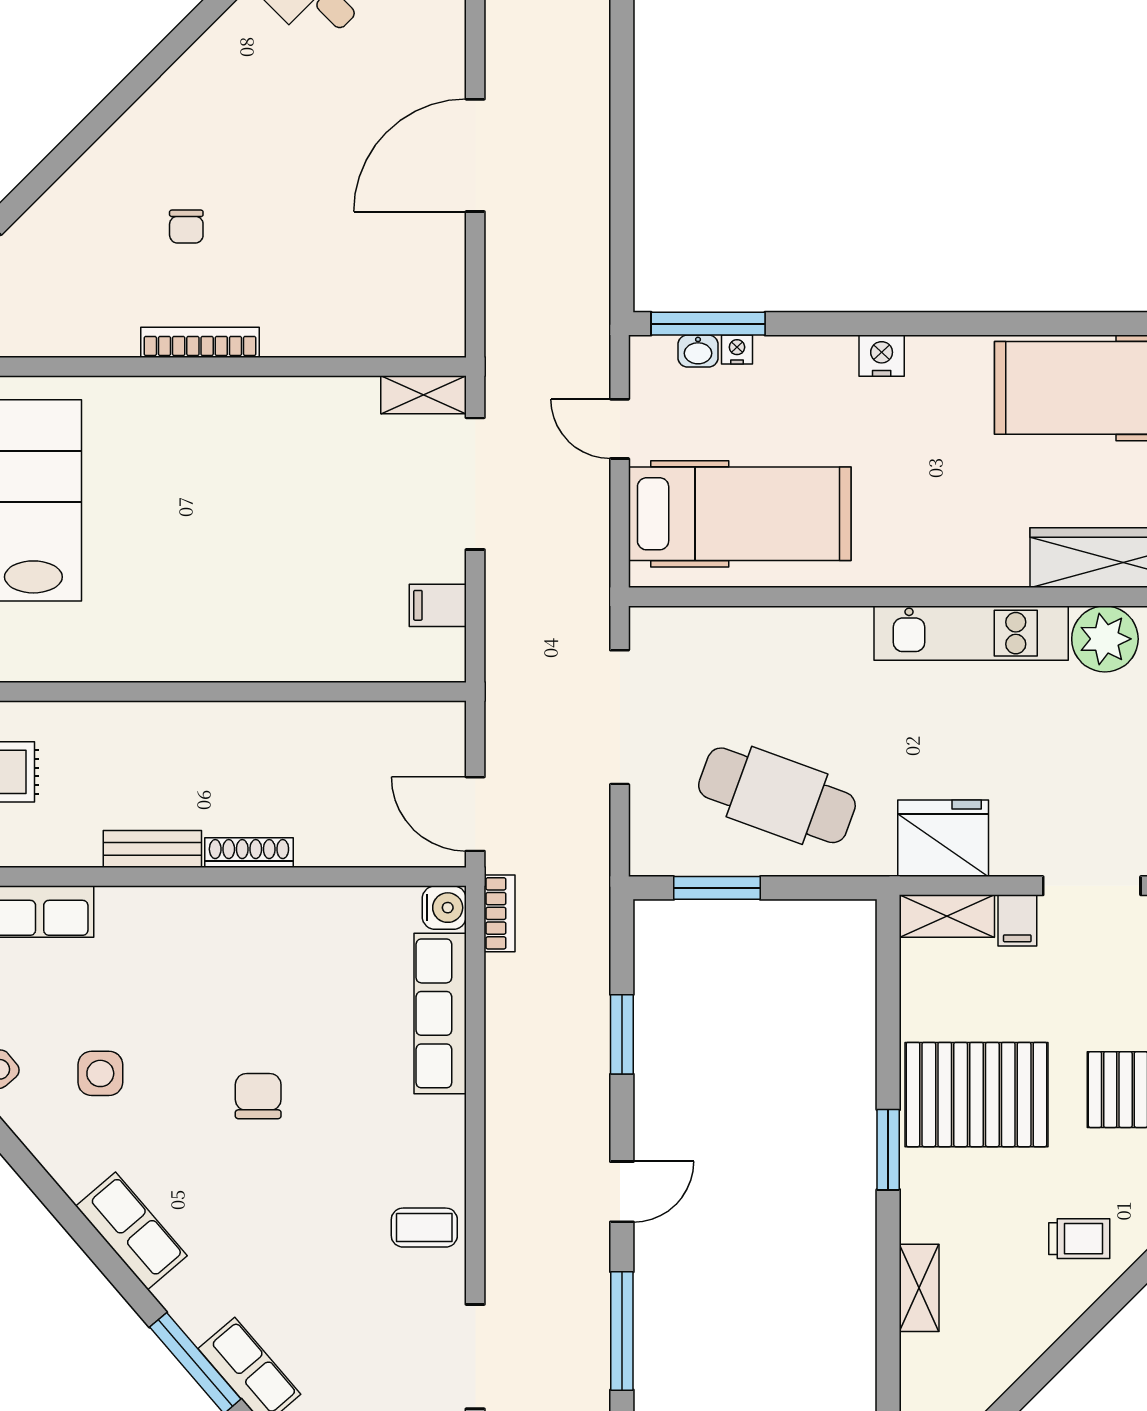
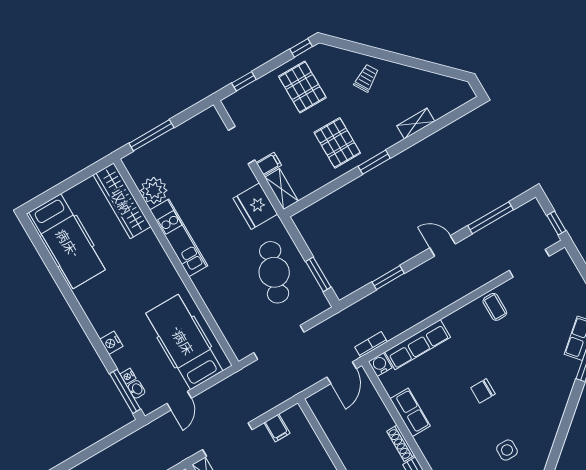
nightstand: (882, 356) -> (111, 343), moved
pallet: (976, 1095) -> (337, 143), width x0.73, depth x0.71
row of seats: (132, 1231) -> (410, 412), moved, turned 131
trolley: (1079, 1239) -> (366, 78), turned 59

